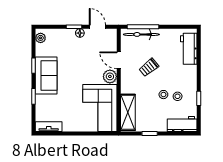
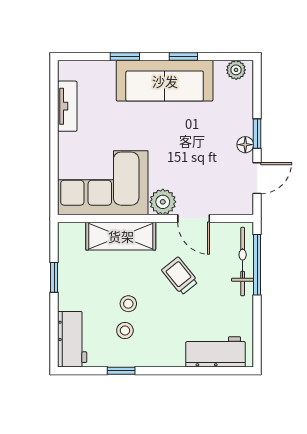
door: (119, 60) -> (194, 219), swing flipped
sofa: (46, 75) -> (165, 81), width x1.36
shelving: (128, 112) -> (121, 236), moved
tv unit: (49, 127) -> (67, 106), moved

